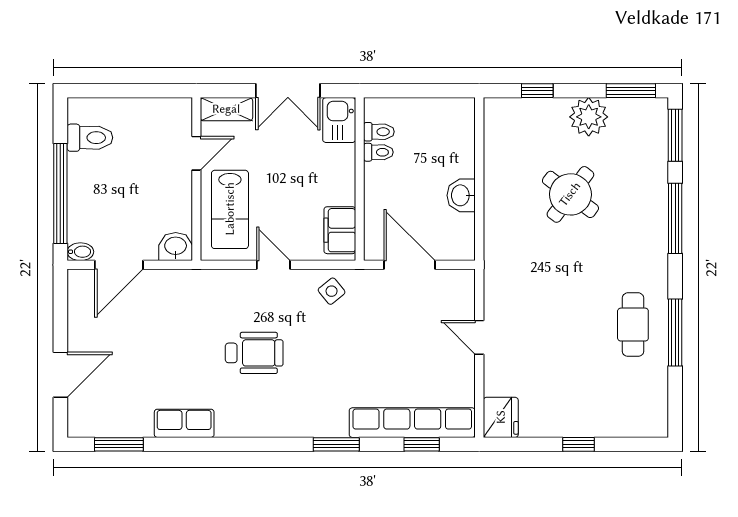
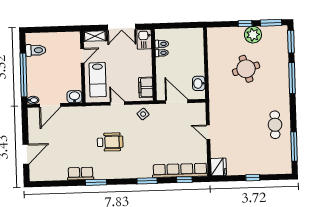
window: (537, 91) -> (245, 24), moved
round table: (570, 194) -> (246, 69), turned 37
washbasin: (461, 195) -> (199, 83), moved
window: (675, 333) -> (294, 146), moved
window: (119, 444) -> (96, 182), moved

